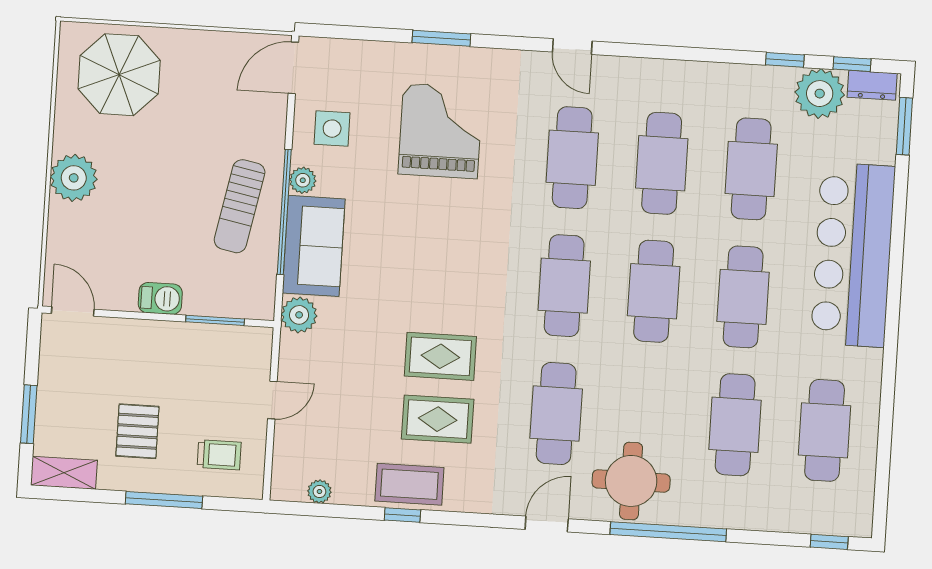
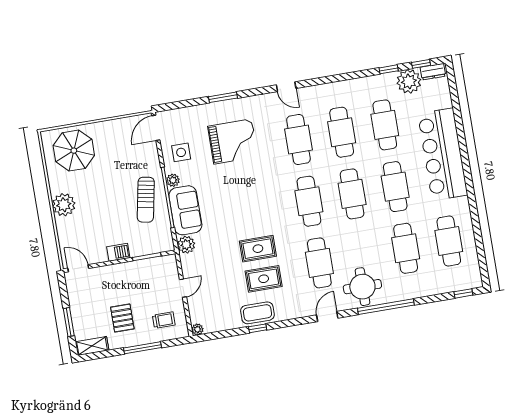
window: (904, 126) -> (453, 88), removed
grand piano: (440, 131) -> (233, 141), turned 90
plant: (319, 492) -> (197, 329), moved

